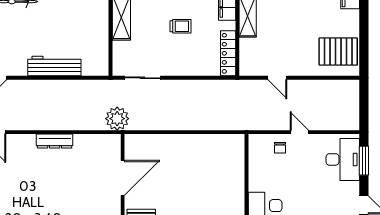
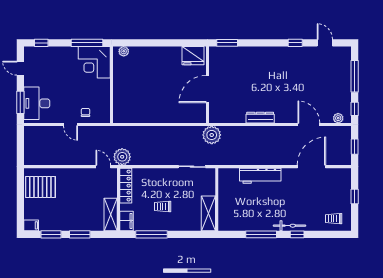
door: (277, 78) -> (103, 167), moved
plant: (233, 90) -> (122, 157), added

